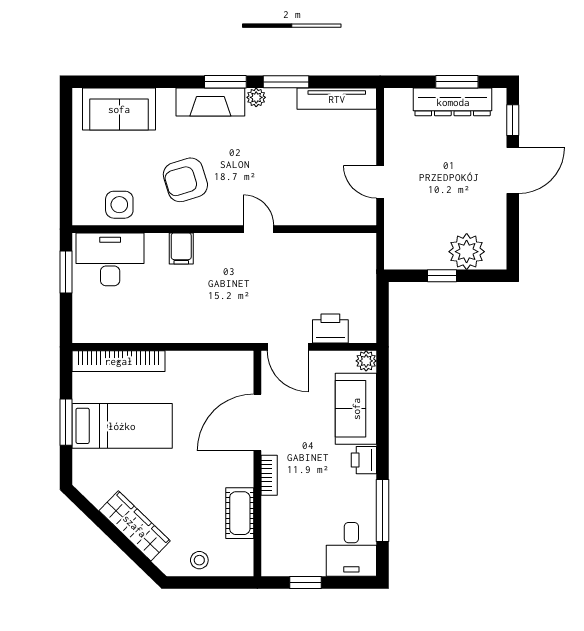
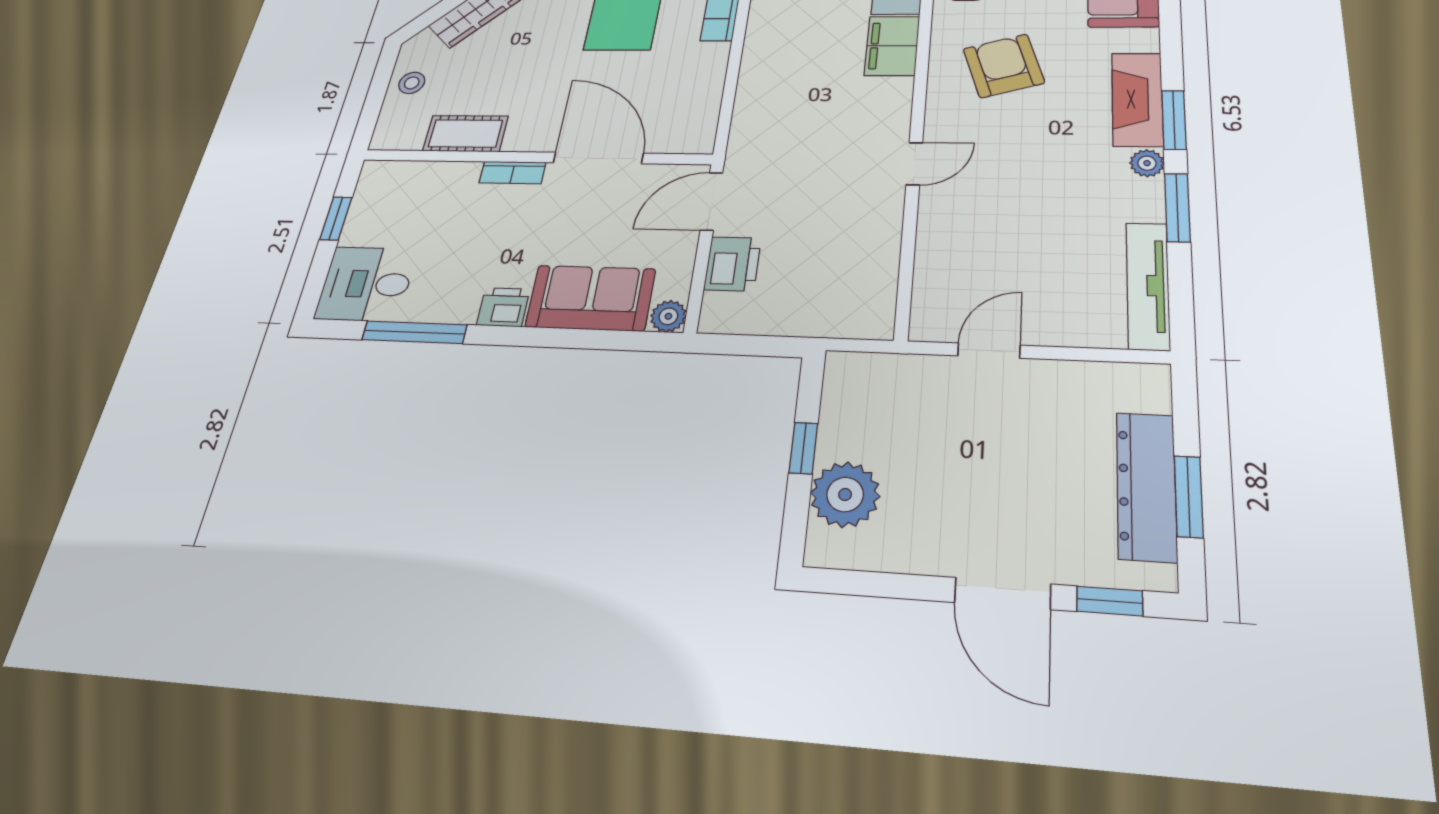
filing cabinet: (181, 248) -> (892, 46), width x2.00

